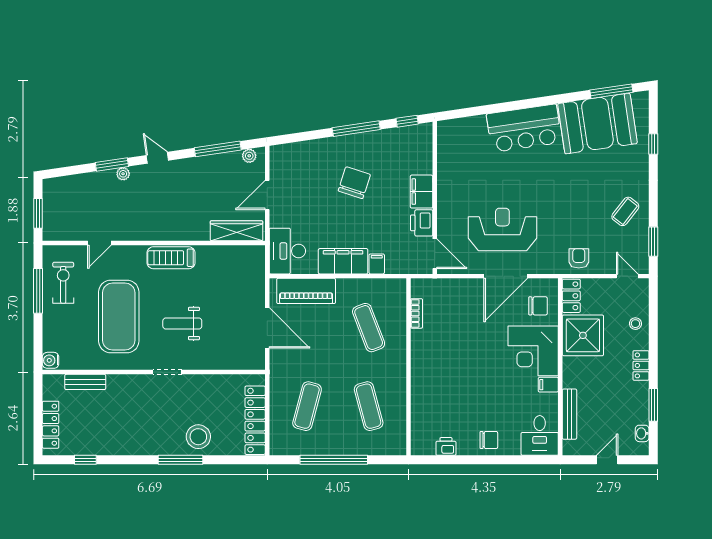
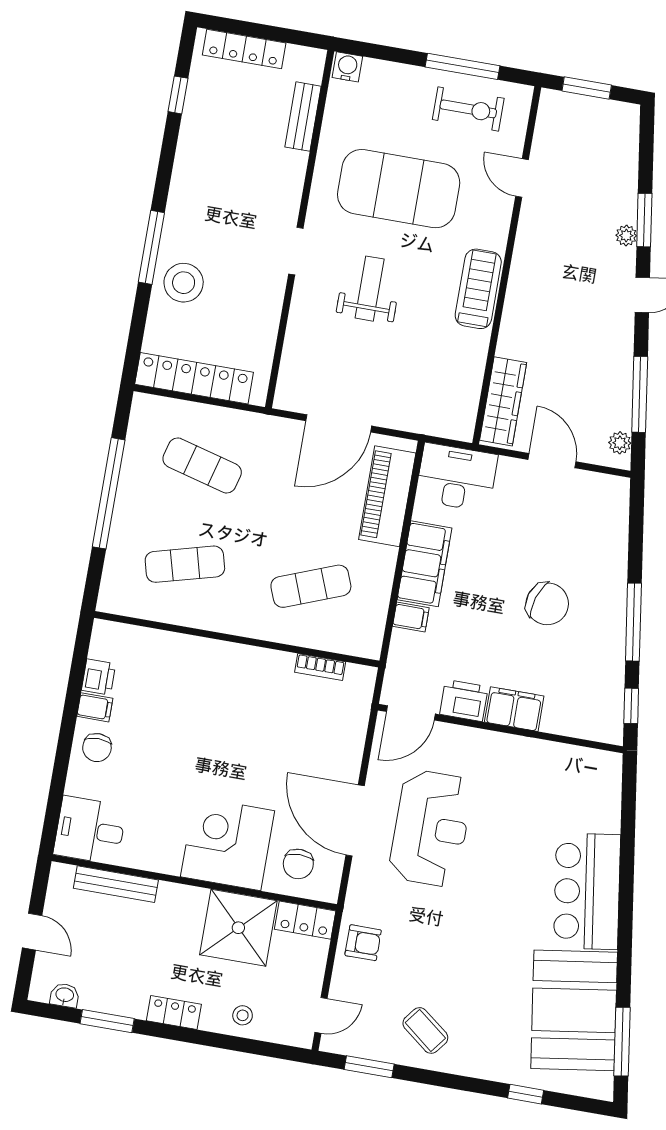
filing cabinet: (548, 385) -> (95, 707), moved, turned 90

